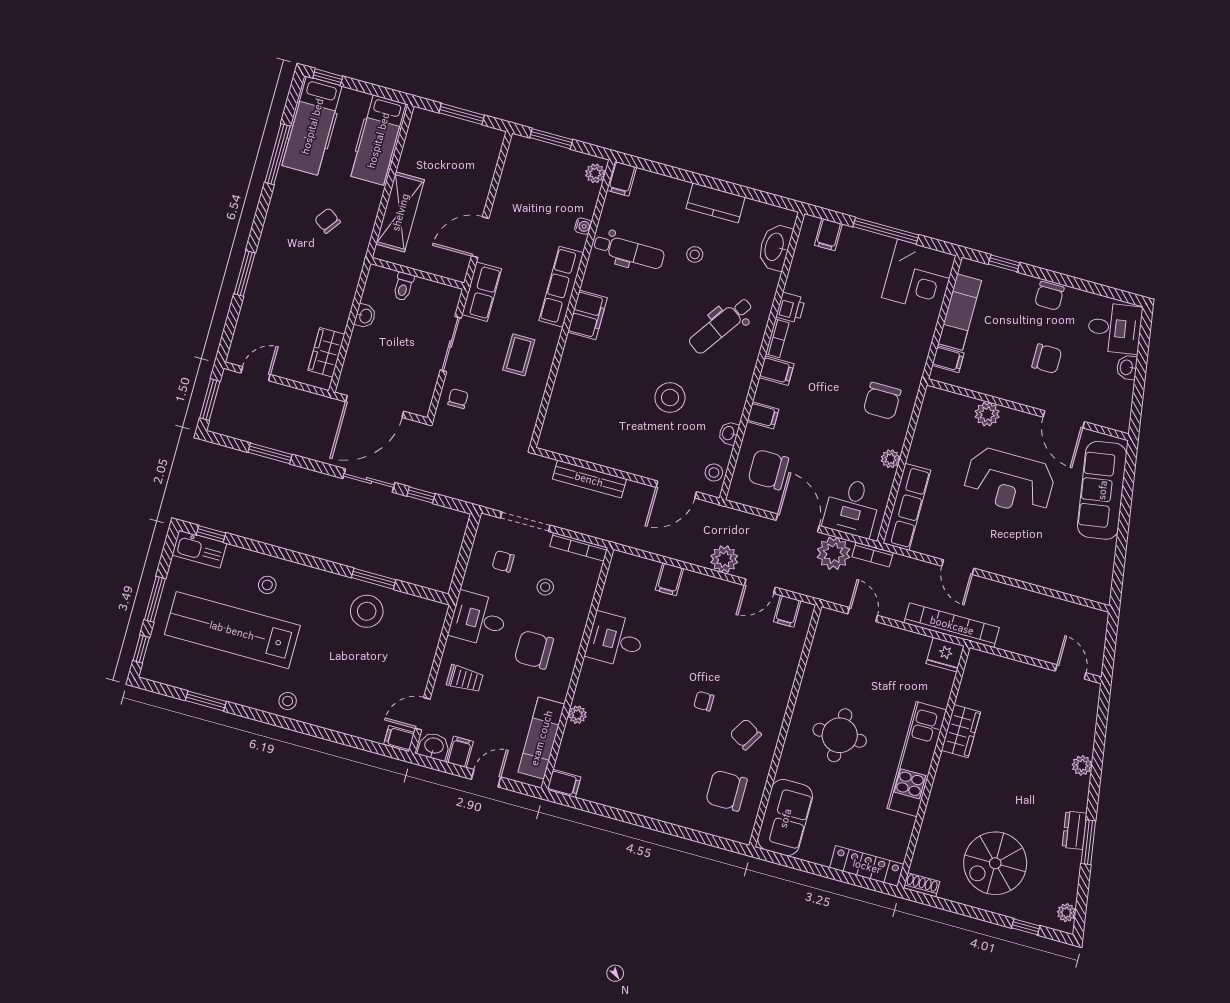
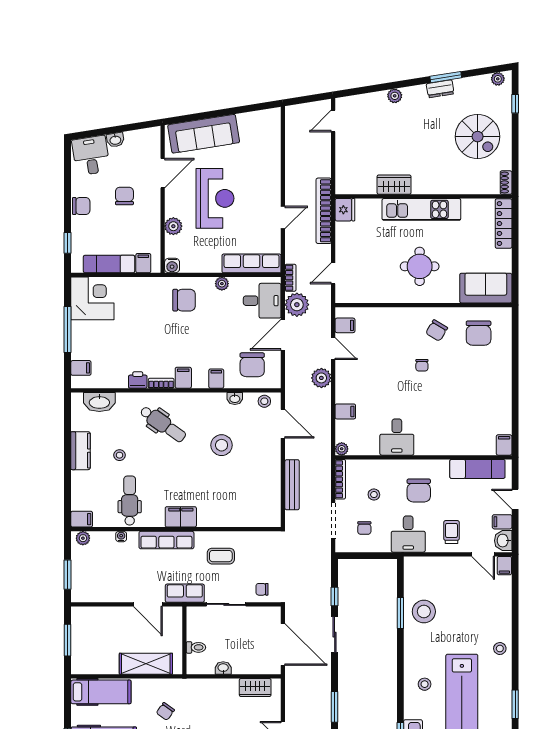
water cooler: (934, 398) -> (172, 266), added
plant: (577, 715) -> (342, 449), moved

